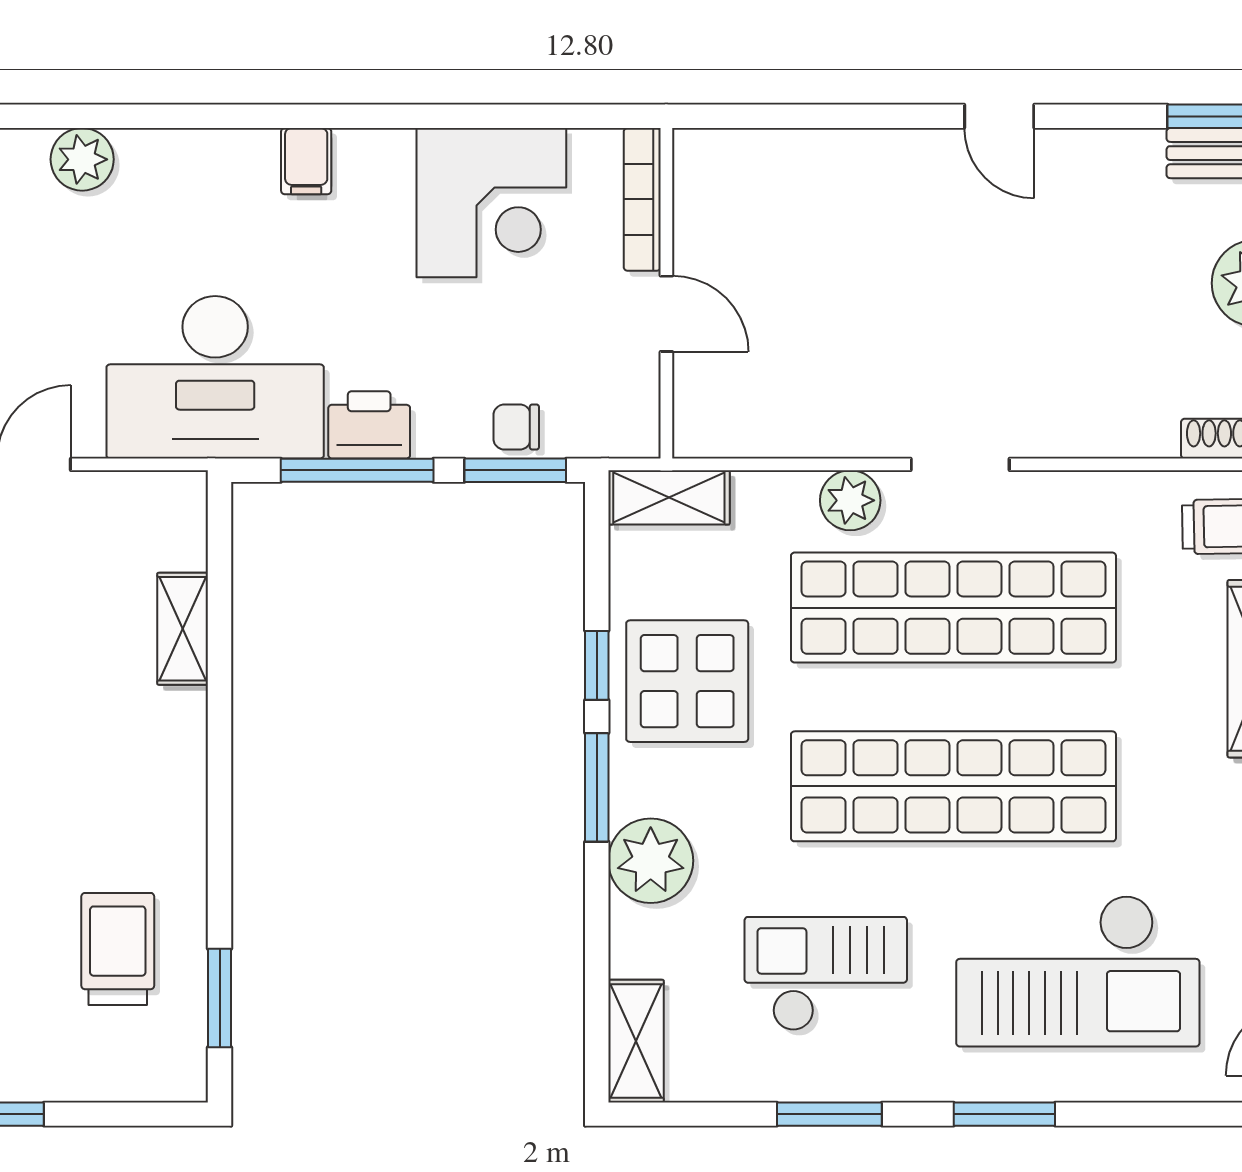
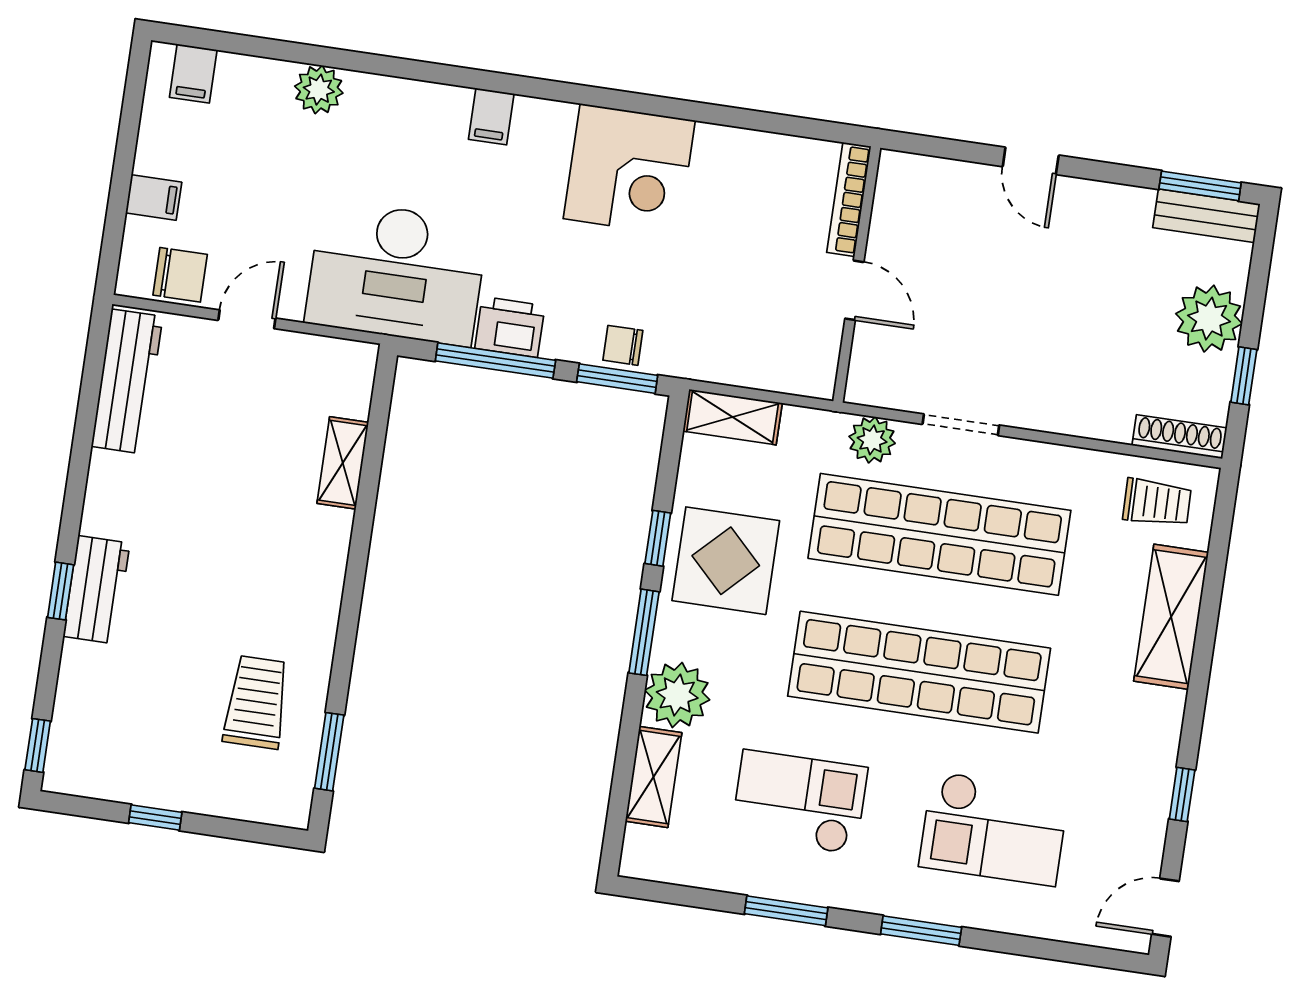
bookcase: (642, 199) -> (849, 199), moved
wall: (666, 293) -> (857, 275), moved
door: (666, 314) -> (854, 290), moved
checkout: (1078, 971) -> (994, 829), width x0.73, depth x0.83
shelving: (636, 1041) -> (653, 777), moved

